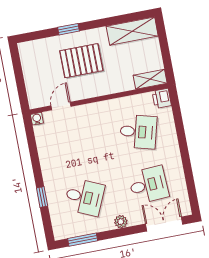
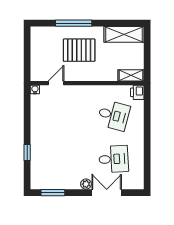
window: (69, 29) -> (74, 23), width x2.17
desk: (84, 197) -> (61, 159), removed
double door: (164, 224) -> (107, 193), moved

